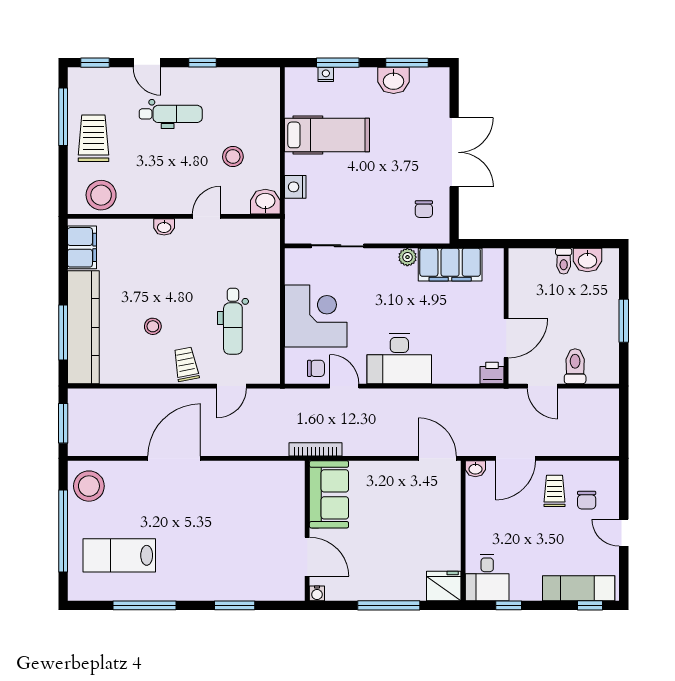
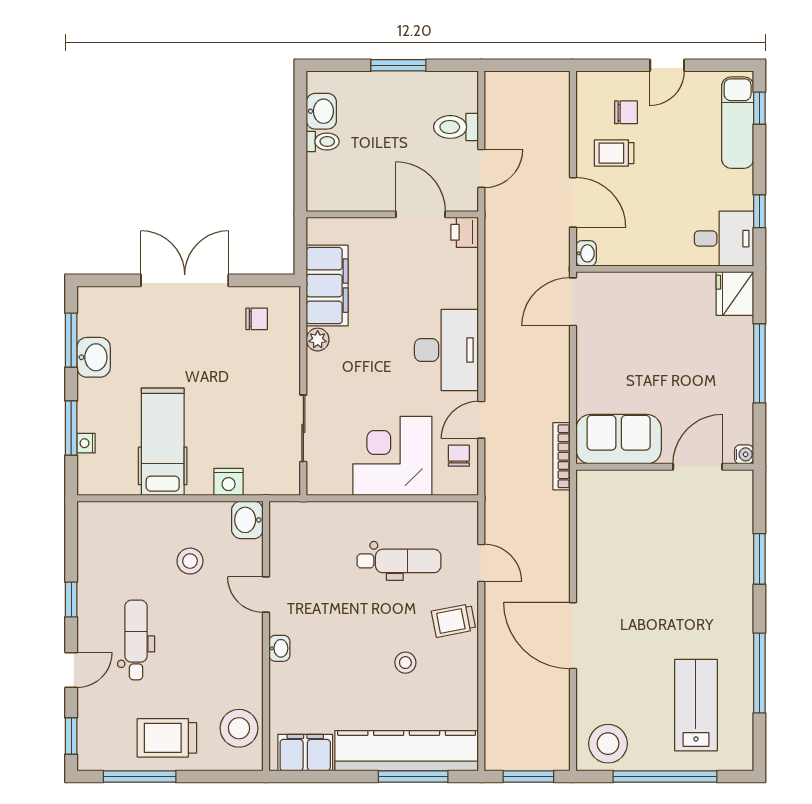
lab bench: (119, 555) -> (696, 705), turned 180

